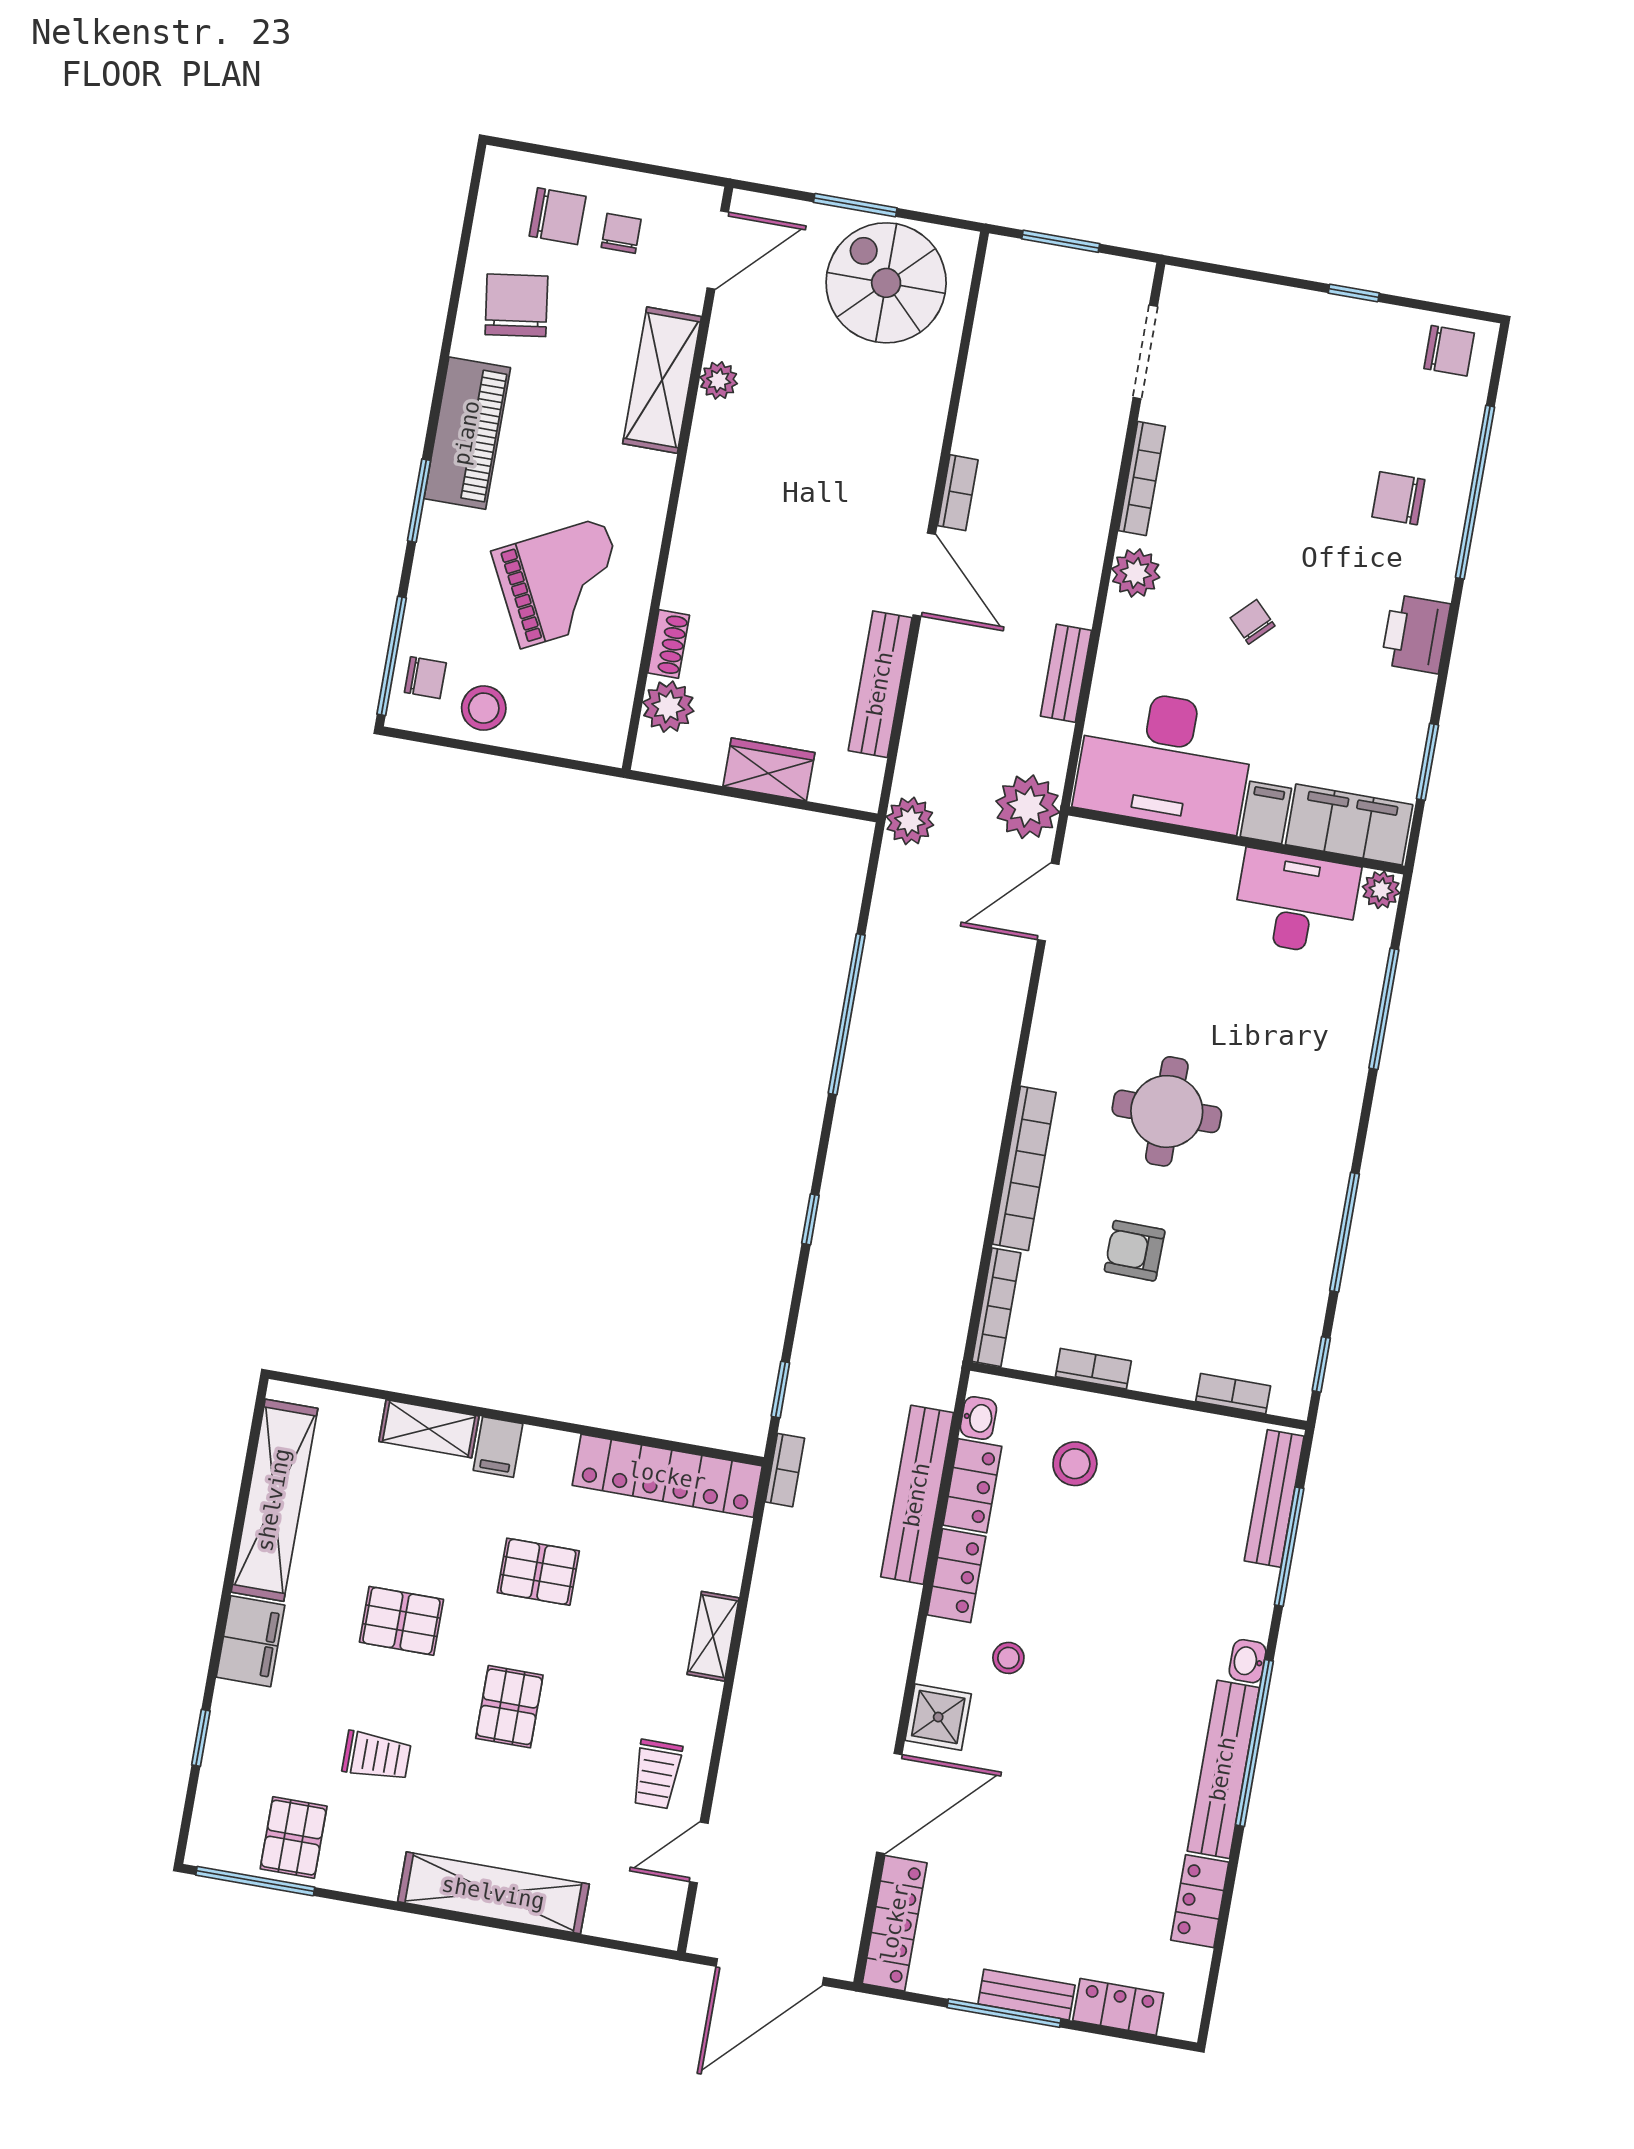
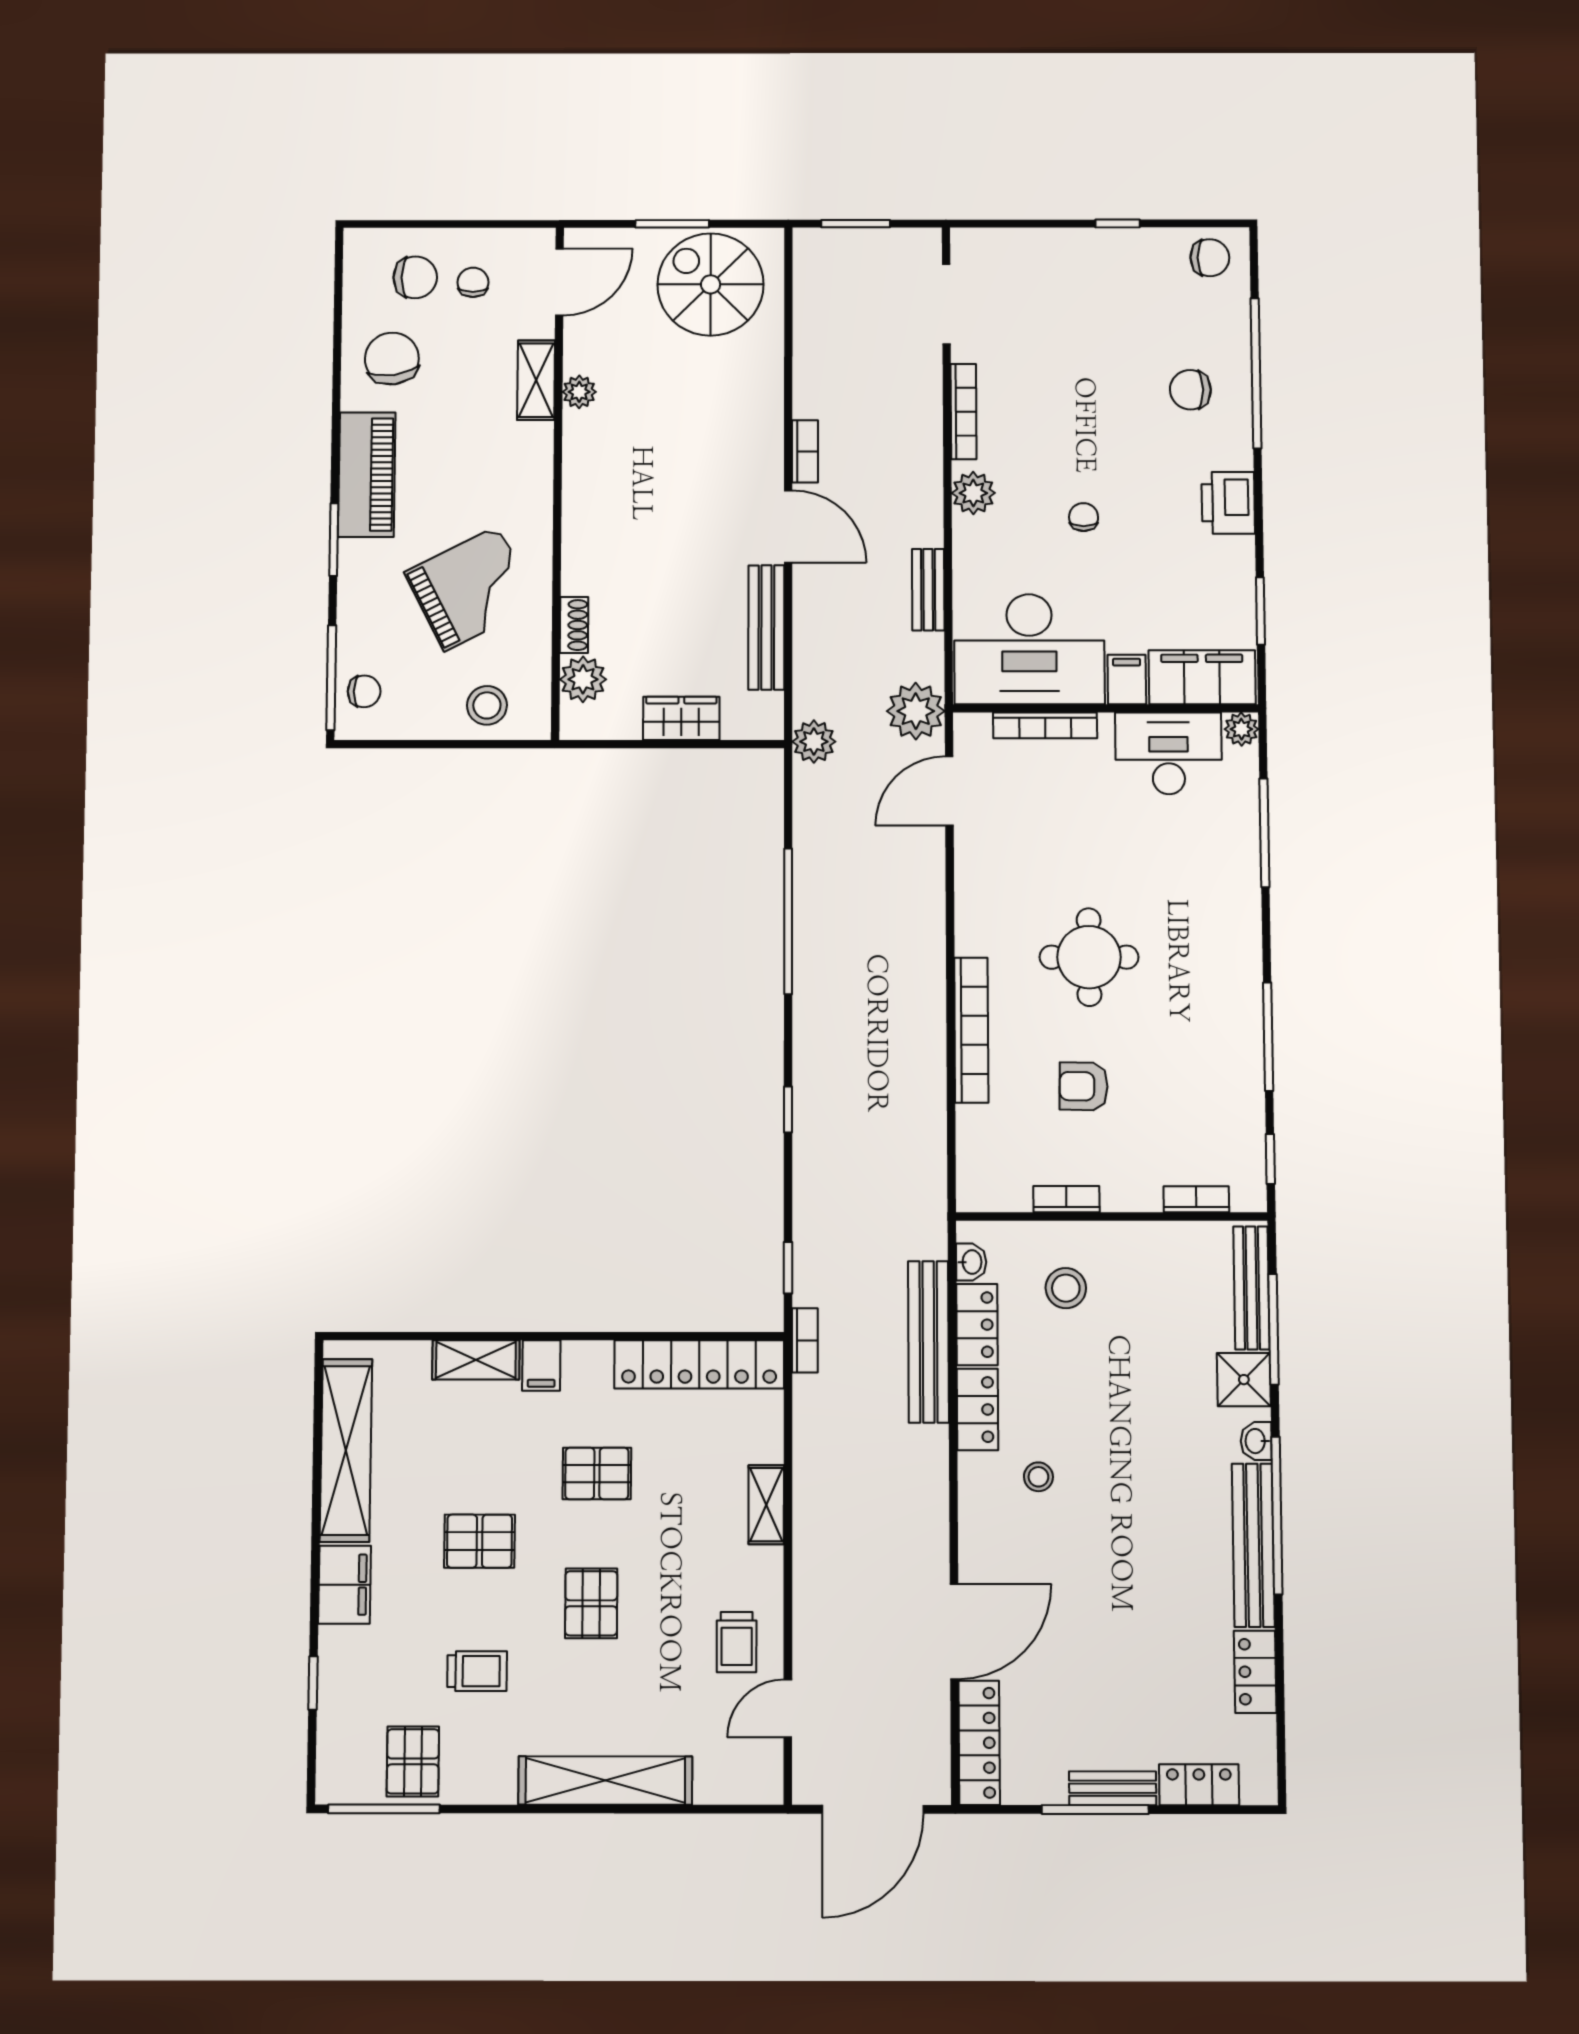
shelving: (662, 380) -> (536, 380), width x0.67, depth x0.75
chair: (1253, 622) -> (1084, 517), turned 45
stool: (484, 708) -> (487, 705), moved
bookcase: (996, 1307) -> (1045, 725), moved, turned 90
shower: (938, 1717) -> (1244, 1380), moved

